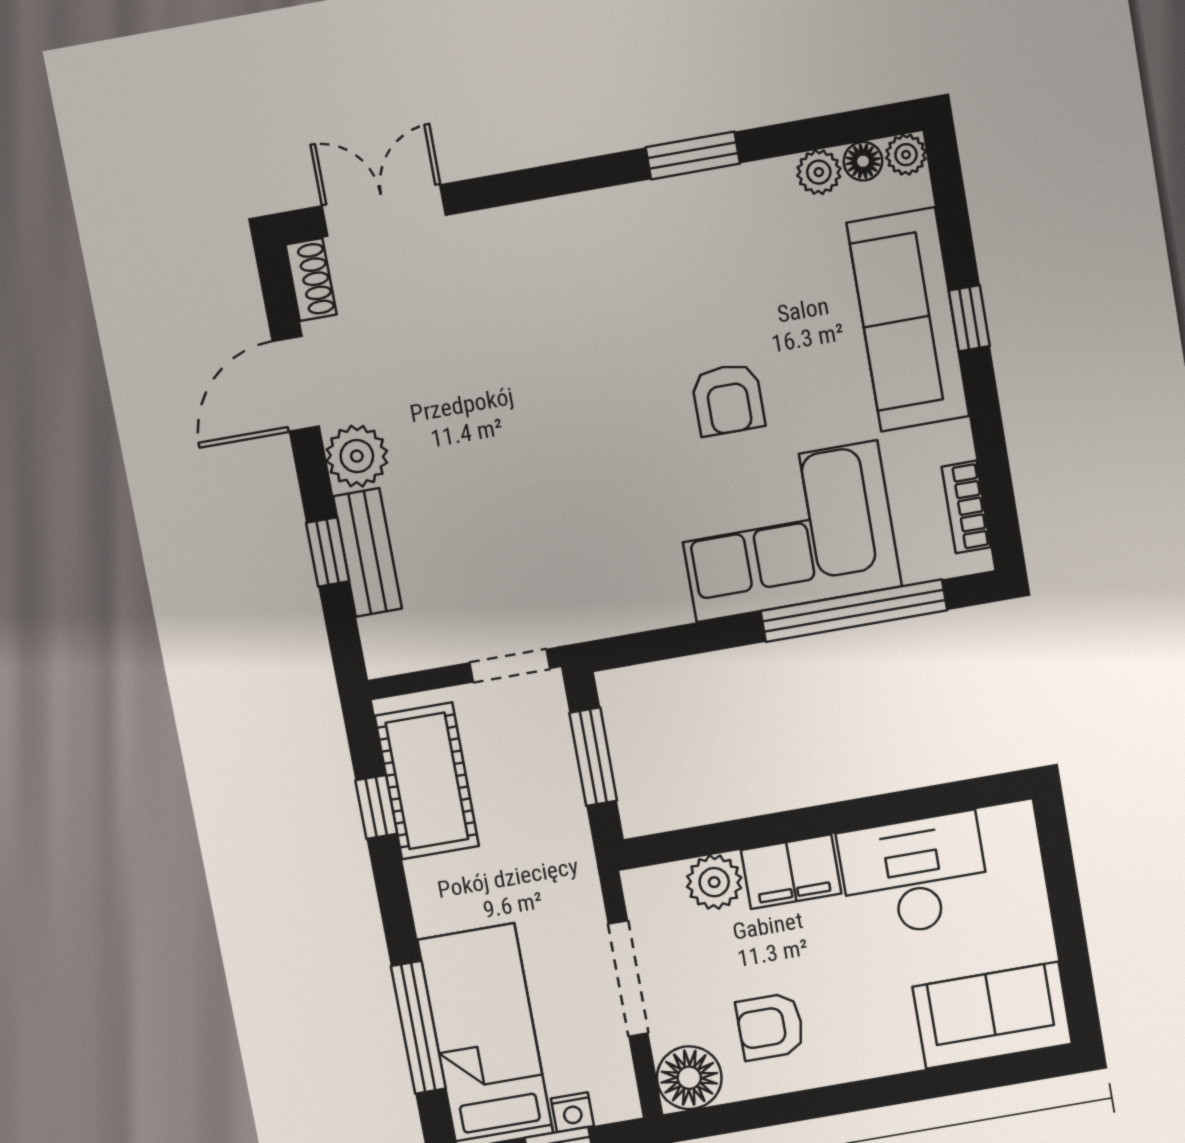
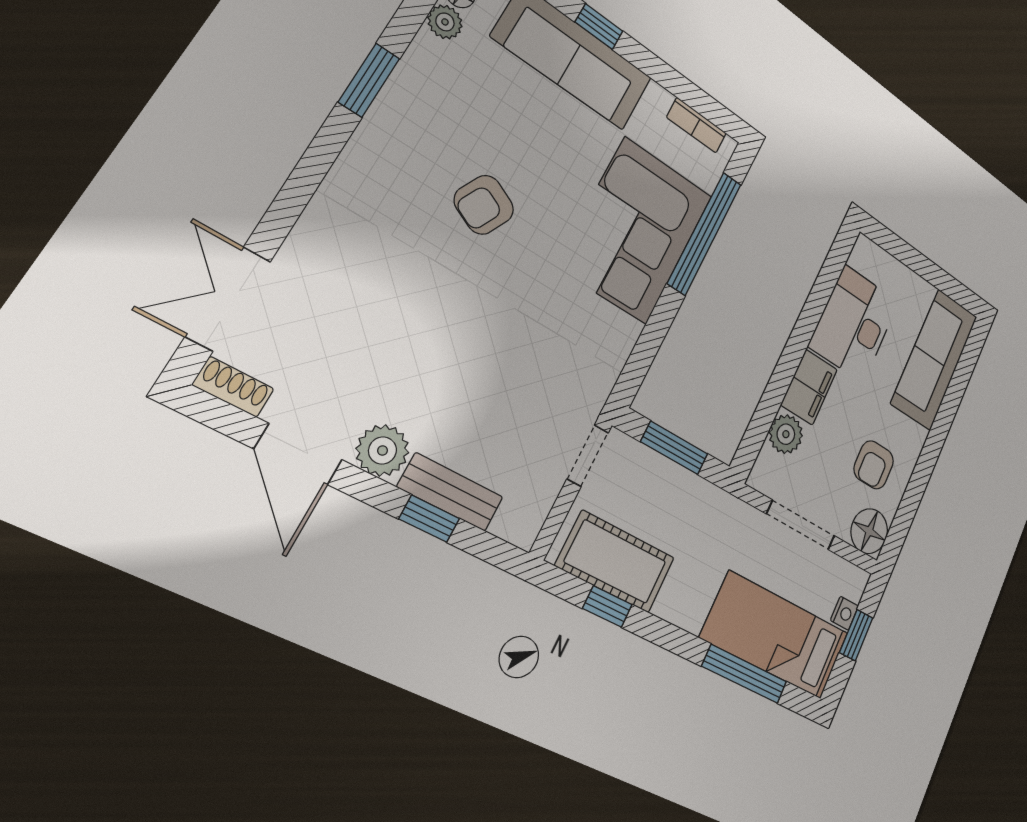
armchair: (728, 399) -> (484, 205), moved, turned 116
sofa: (992, 1015) -> (934, 359), width x1.36

